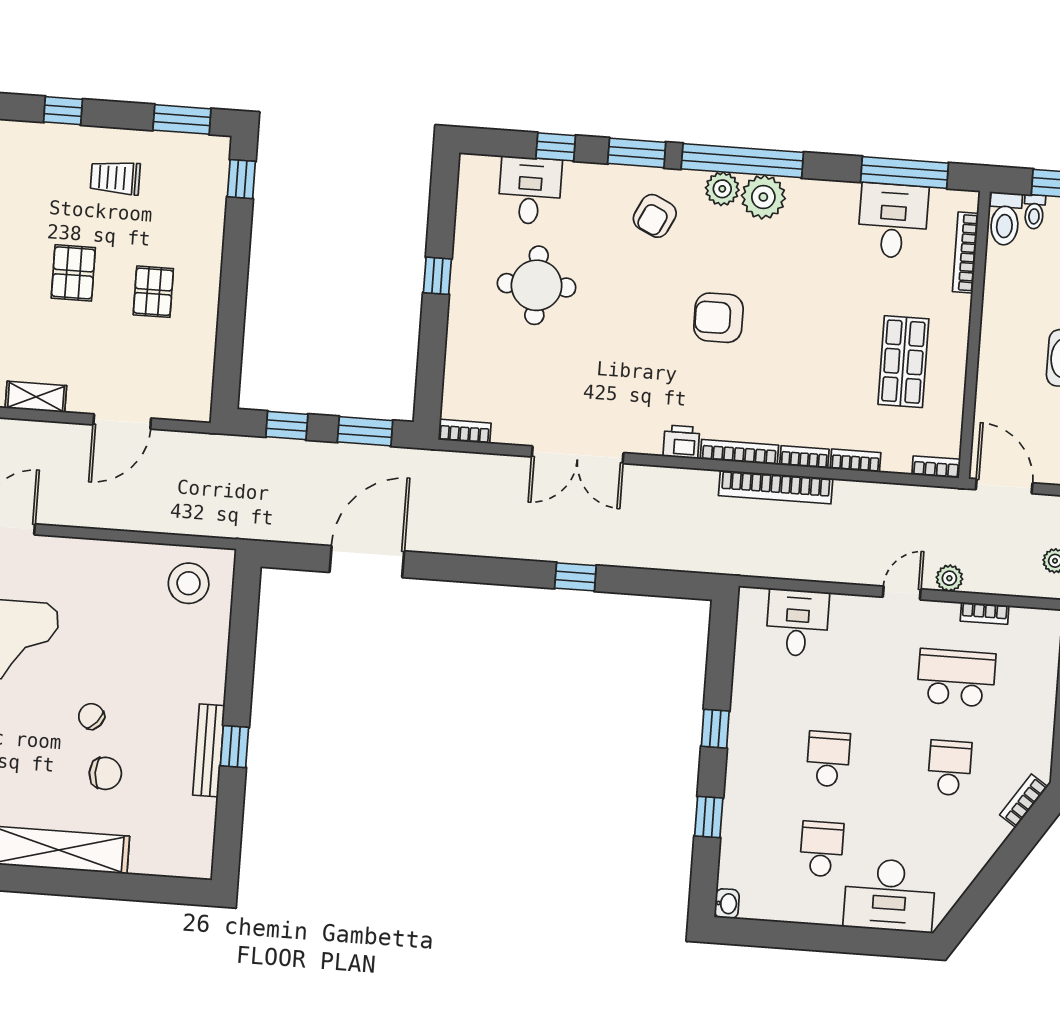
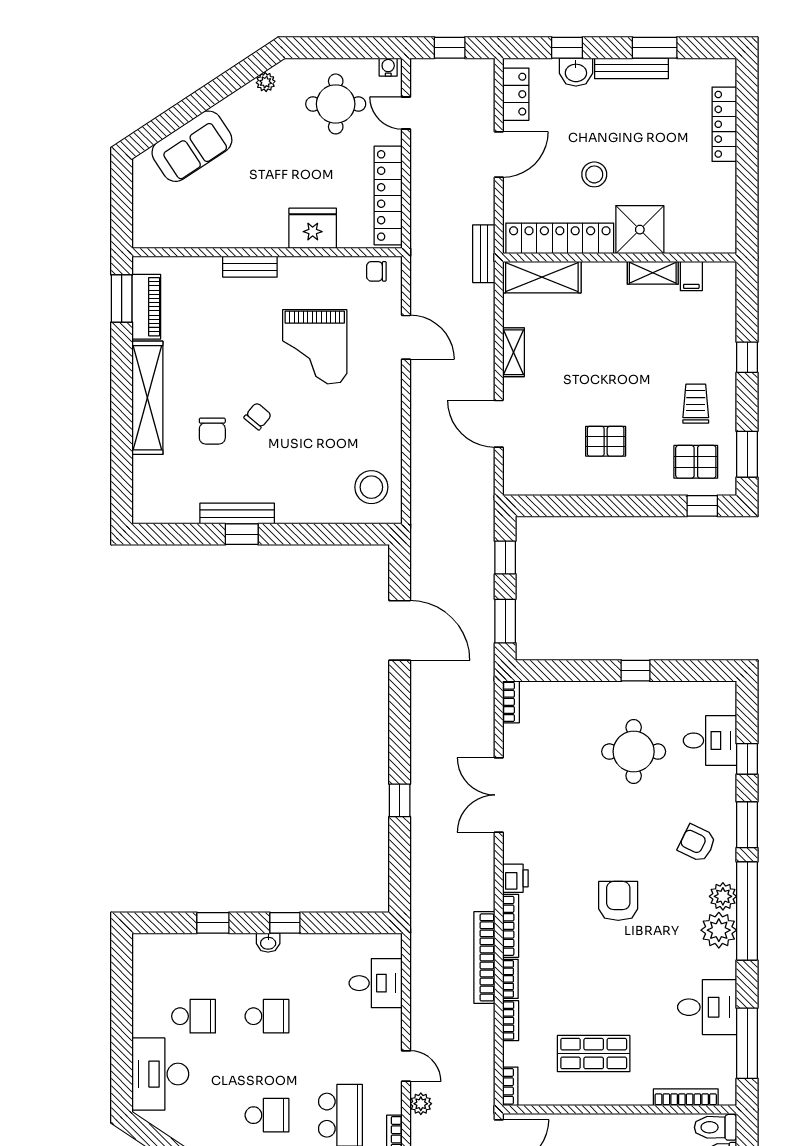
desk: (893, 221) -> (707, 1007), moved
pallet: (73, 273) -> (696, 462), moved
washbasin: (727, 904) -> (268, 943), moved

